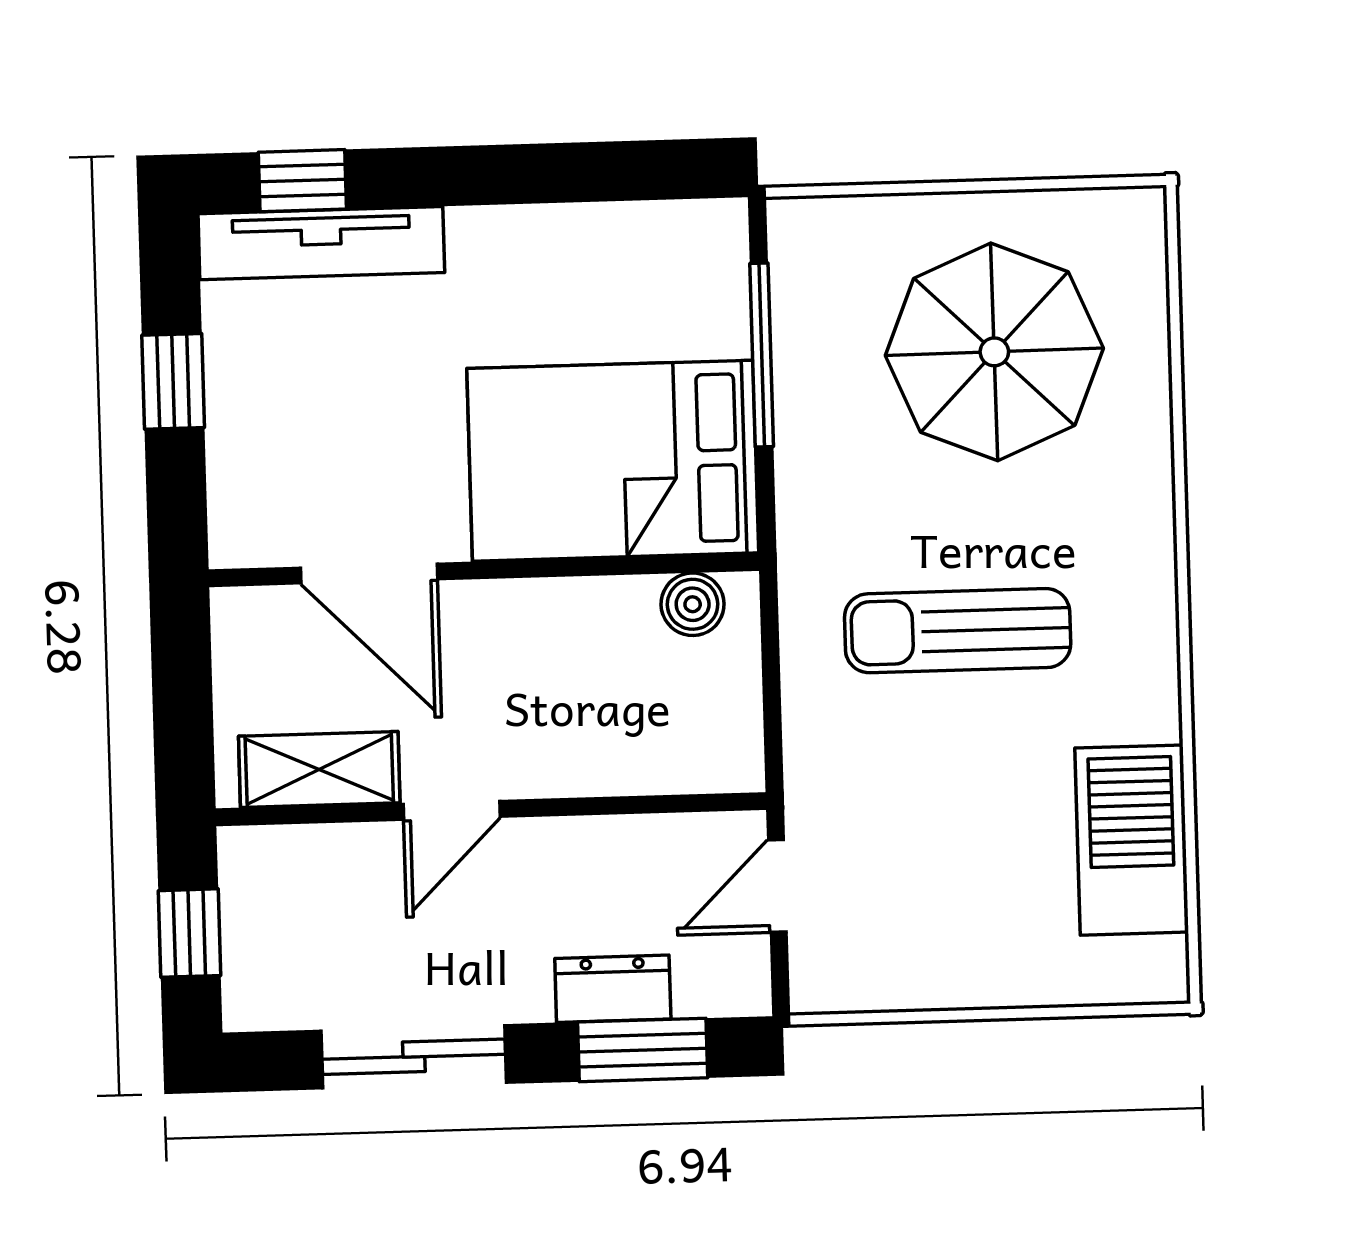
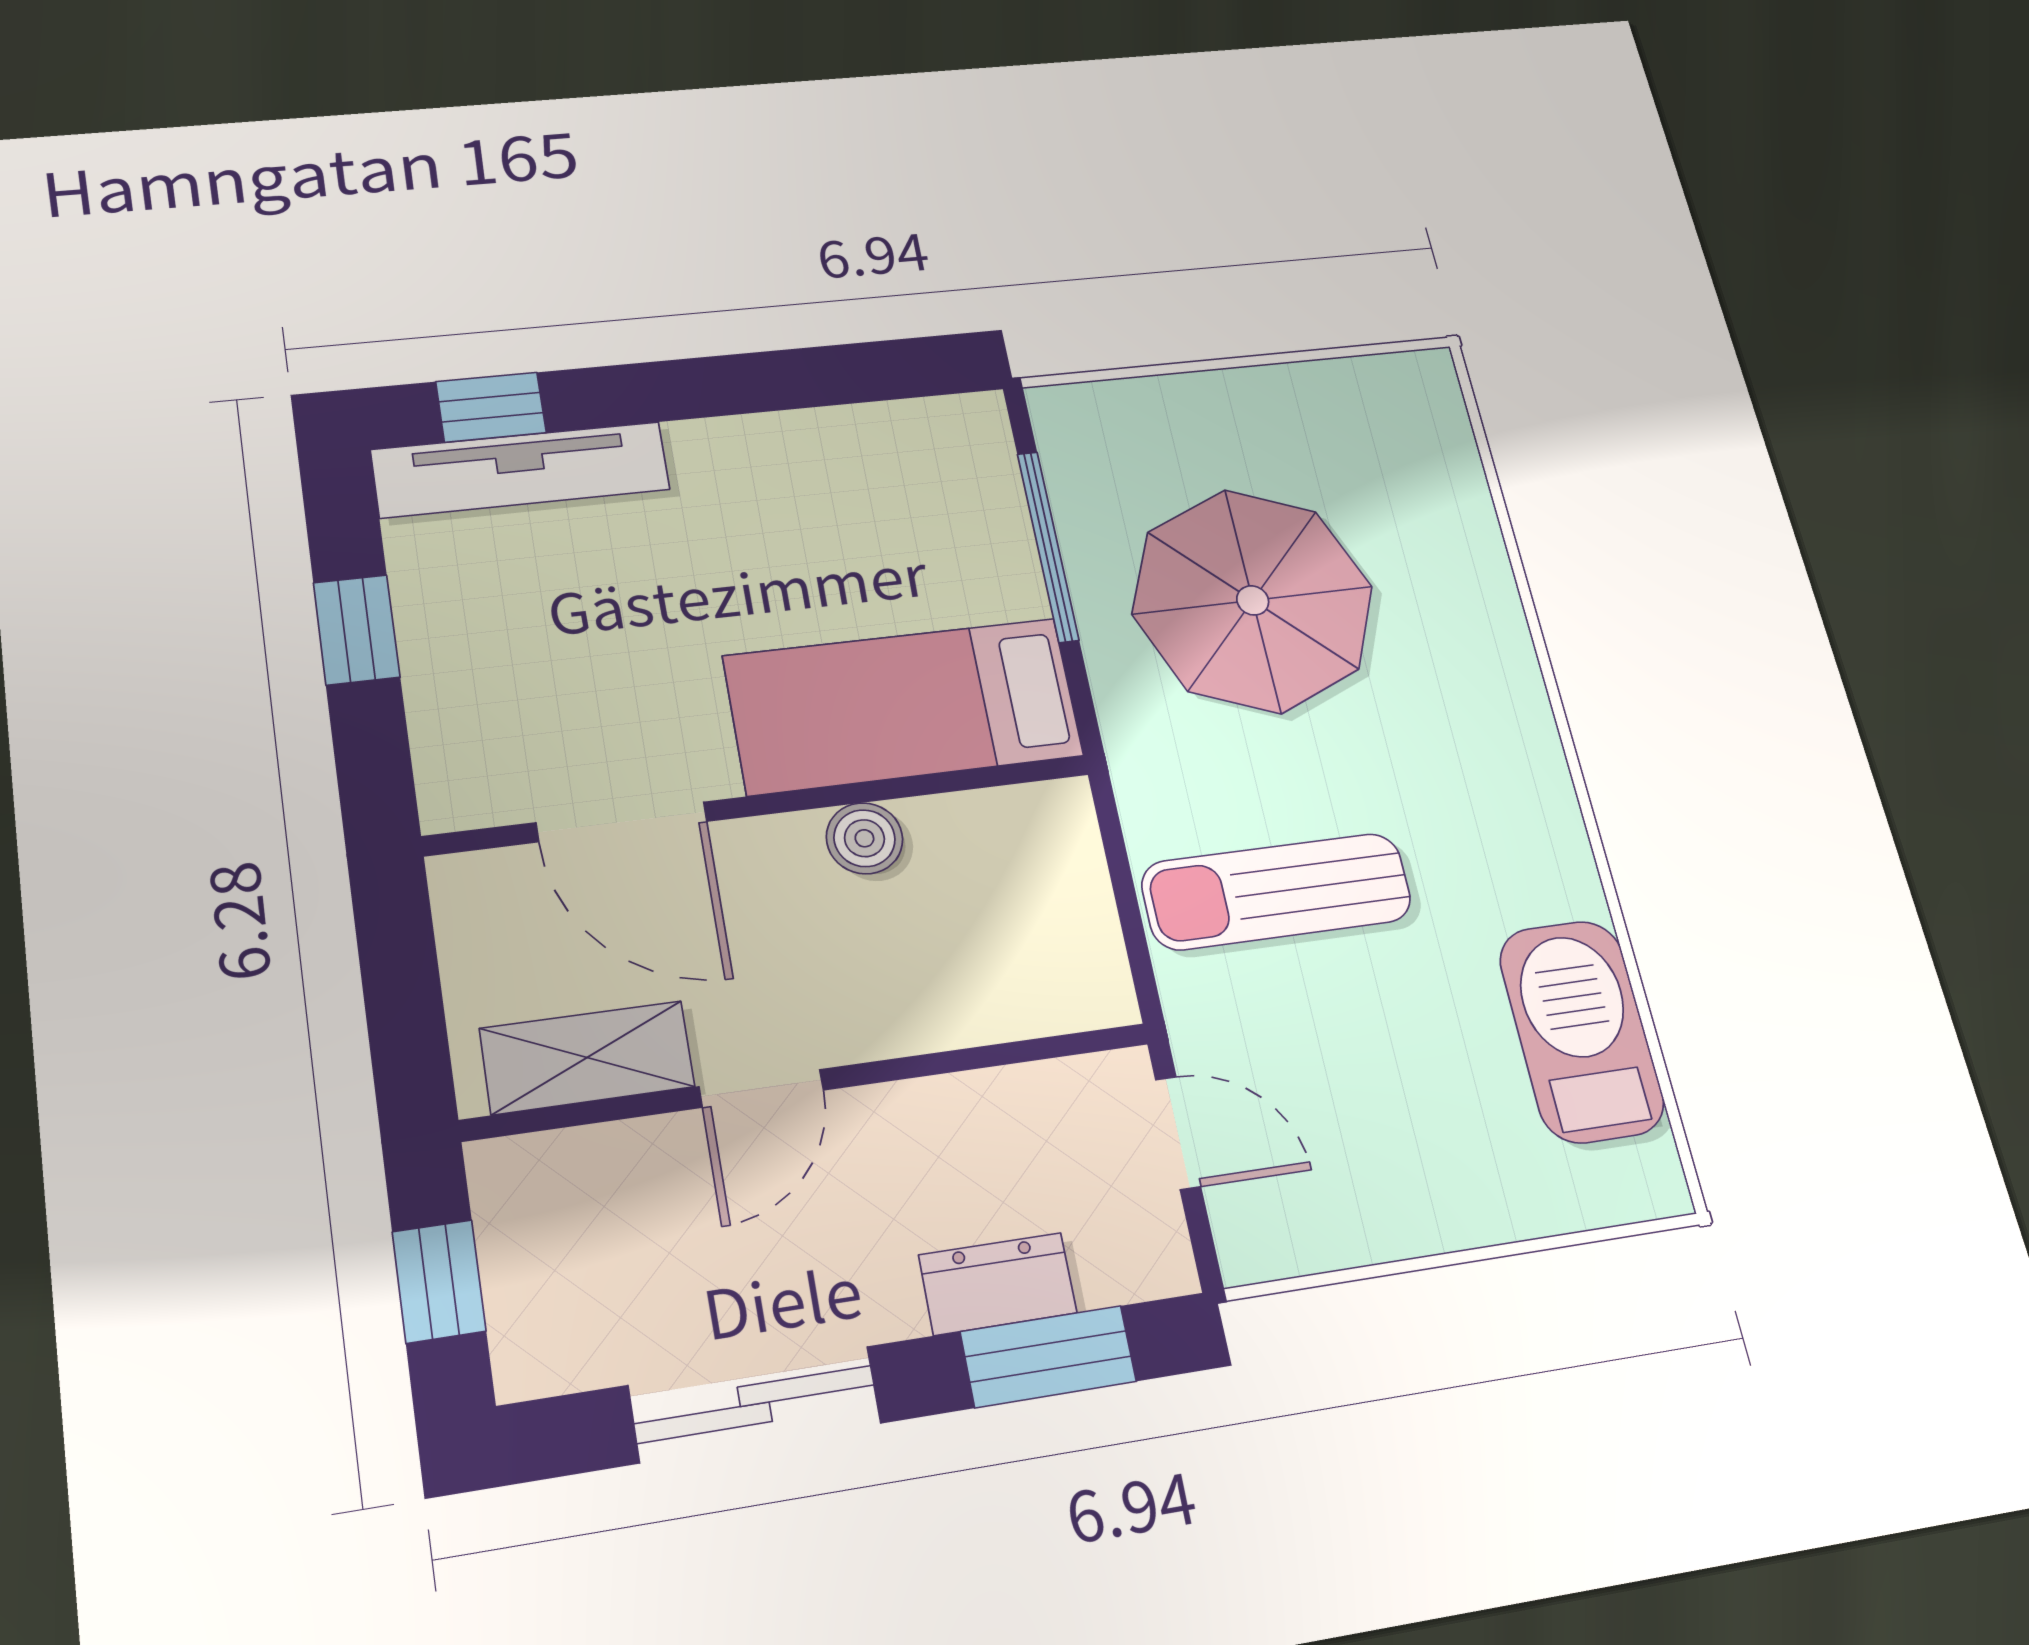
parasol: (994, 352) -> (1253, 600), moved
bed: (613, 461) -> (903, 706), width x0.67
boiler: (693, 604) -> (864, 838), moved
sun lounger: (958, 631) -> (1277, 892), moved
door: (777, 886) -> (1178, 1133), swing flipped

